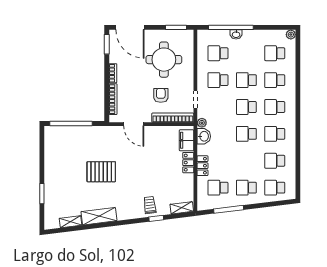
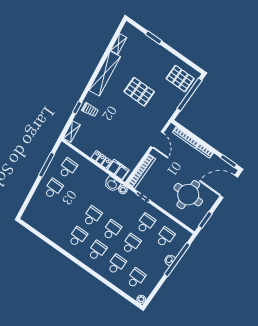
armchair: (161, 95) -> (164, 174), removed
door: (134, 124) -> (157, 140), swing flipped
pallet: (62, 143) -> (180, 79), added
school desk: (275, 161) -> (58, 223), removed
locker: (202, 166) -> (92, 168), removed
pallet: (101, 172) -> (139, 92), turned 90
school desk: (275, 188) -> (39, 209), removed
shelving: (99, 216) -> (105, 74), width x1.47

